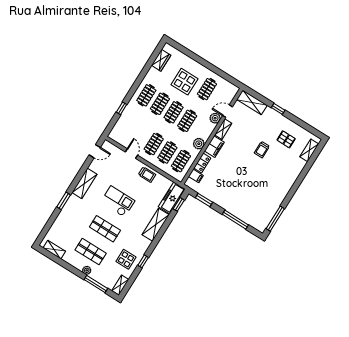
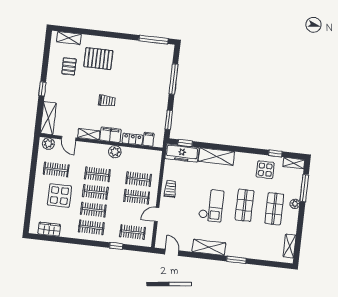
plant: (215, 118) -> (48, 144), moved
trolley: (262, 150) -> (107, 101), moved
clothes rail: (181, 161) -> (133, 232), moved
pallet: (281, 166) -> (98, 59), added
checkout: (118, 201) -> (211, 205), turned 180
window: (143, 261) -> (275, 153), moved

